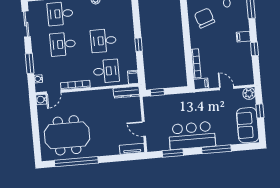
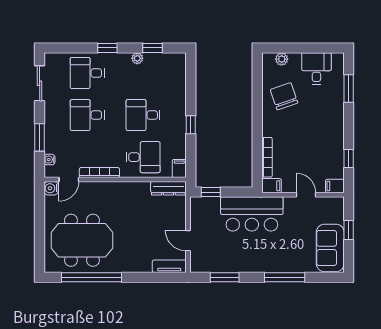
filing cabinet: (243, 37) -> (335, 186), moved
window: (254, 49) -> (349, 159), moved
plant: (249, 94) -> (336, 205), removed
bar counter: (192, 135) -> (252, 214), moved, turned 180

